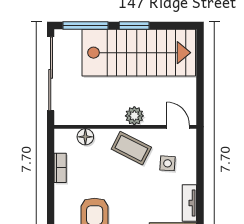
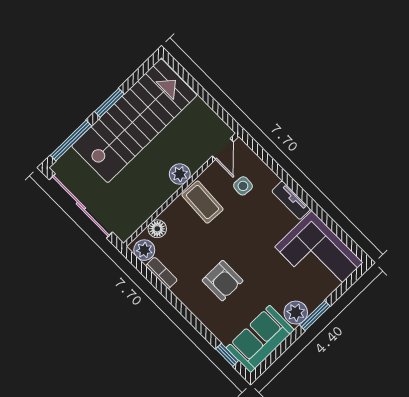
door: (178, 127) -> (223, 149), swing flipped
plant: (64, 142) -> (144, 250), added
coffee table: (131, 148) -> (203, 202), turned 66

